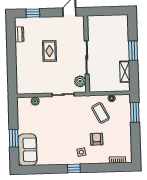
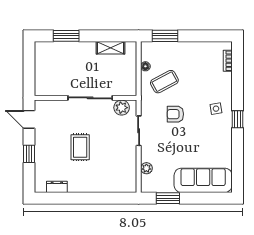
window: (33, 13) -> (29, 154), moved
rug: (50, 51) -> (80, 147), turned 90
window: (133, 51) -> (66, 36), moved
window: (14, 138) -> (168, 198), moved
armchair: (97, 139) -> (175, 114), moved
sofa: (27, 150) -> (203, 180), width x1.36

